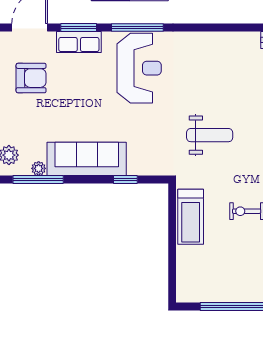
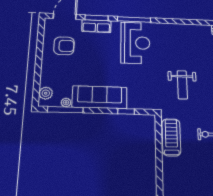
weight bench: (210, 135) -> (182, 85), turned 90
treadmill: (191, 217) -> (171, 137), turned 180

